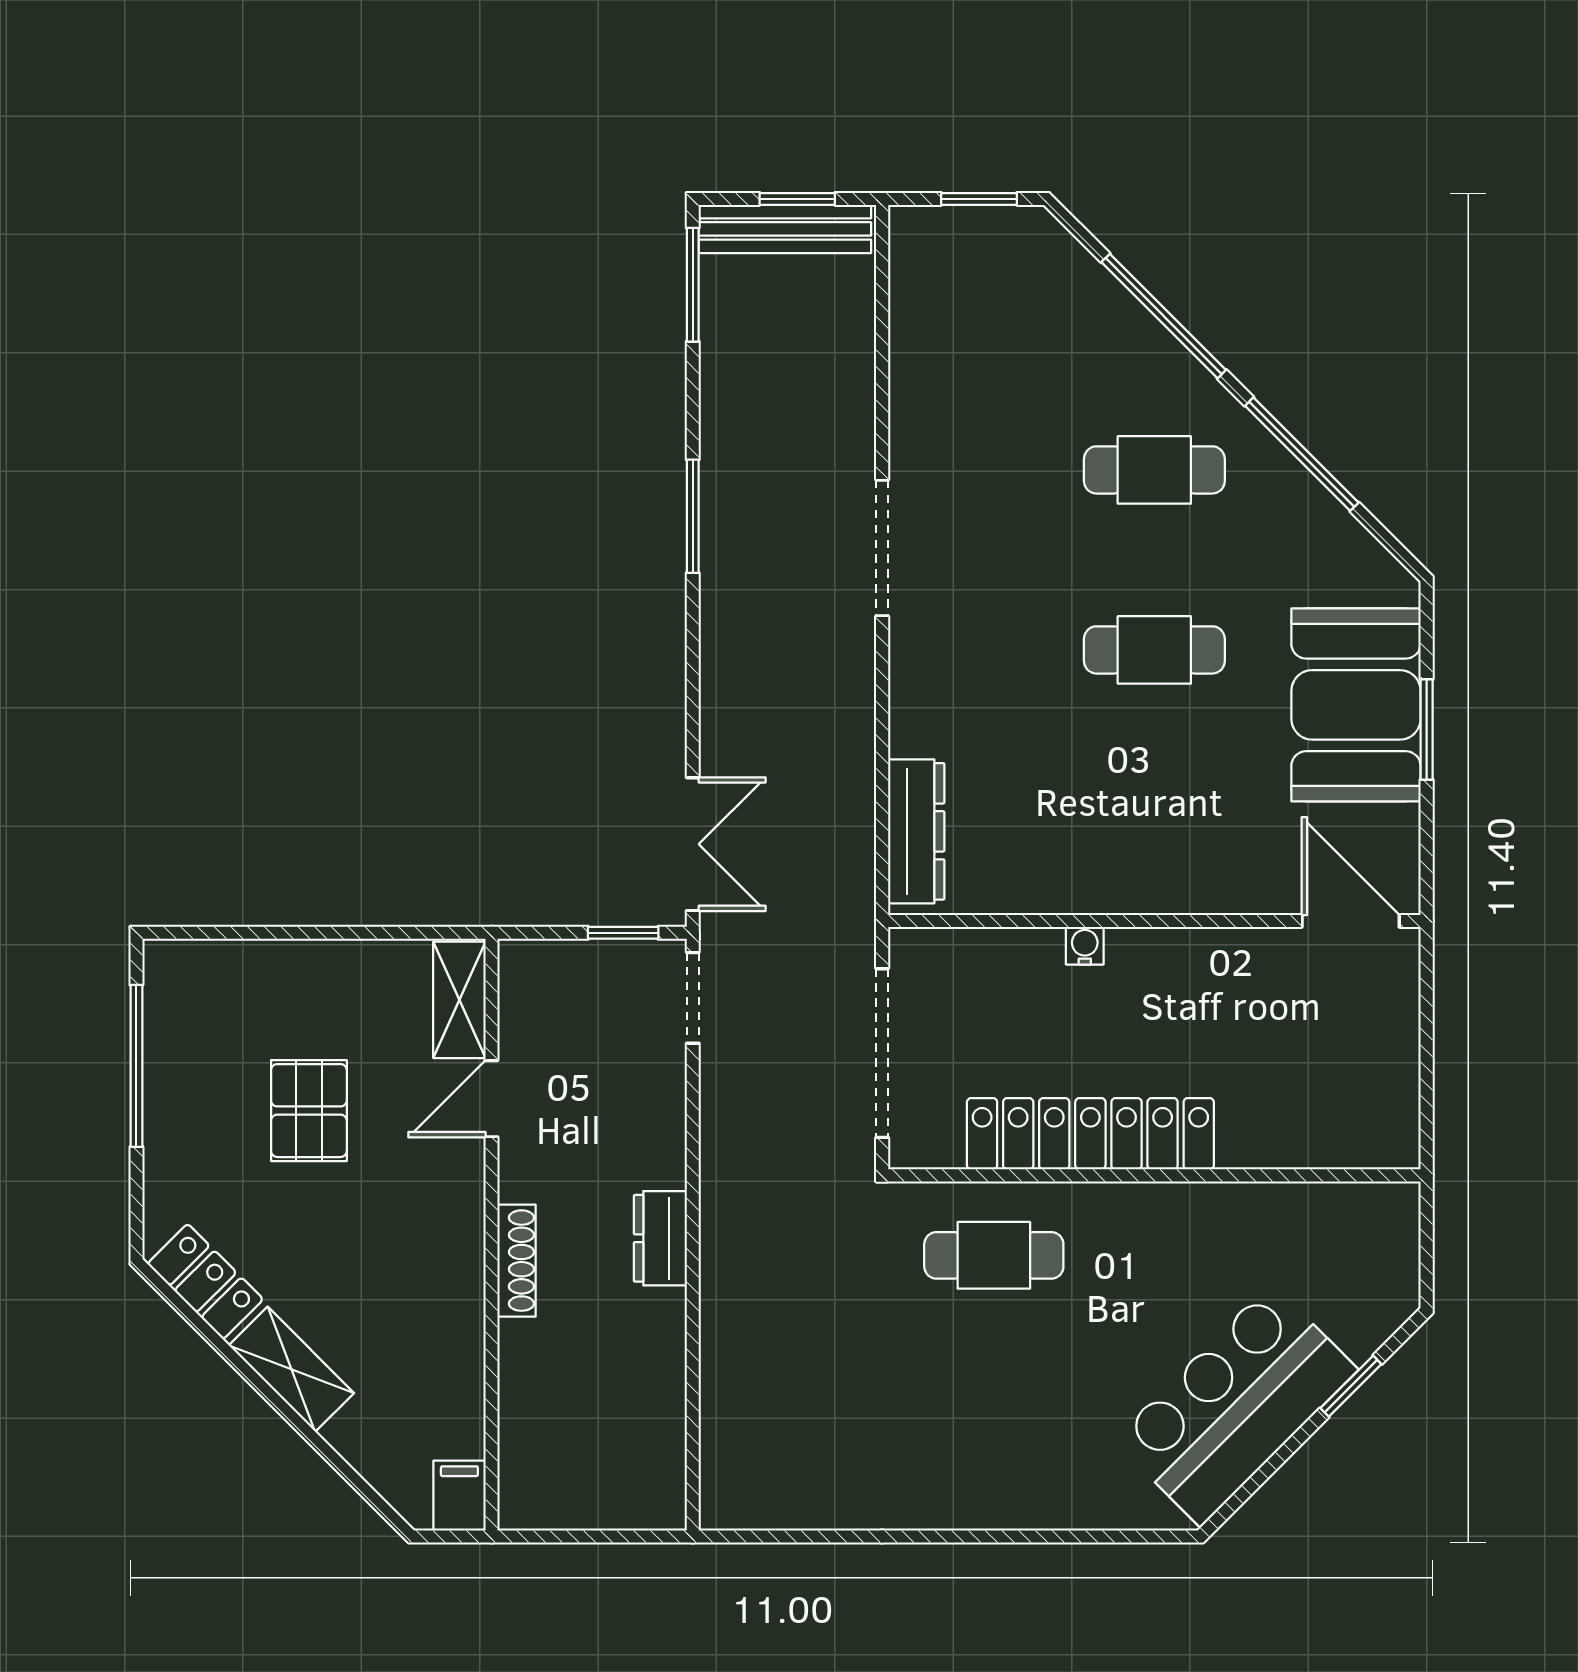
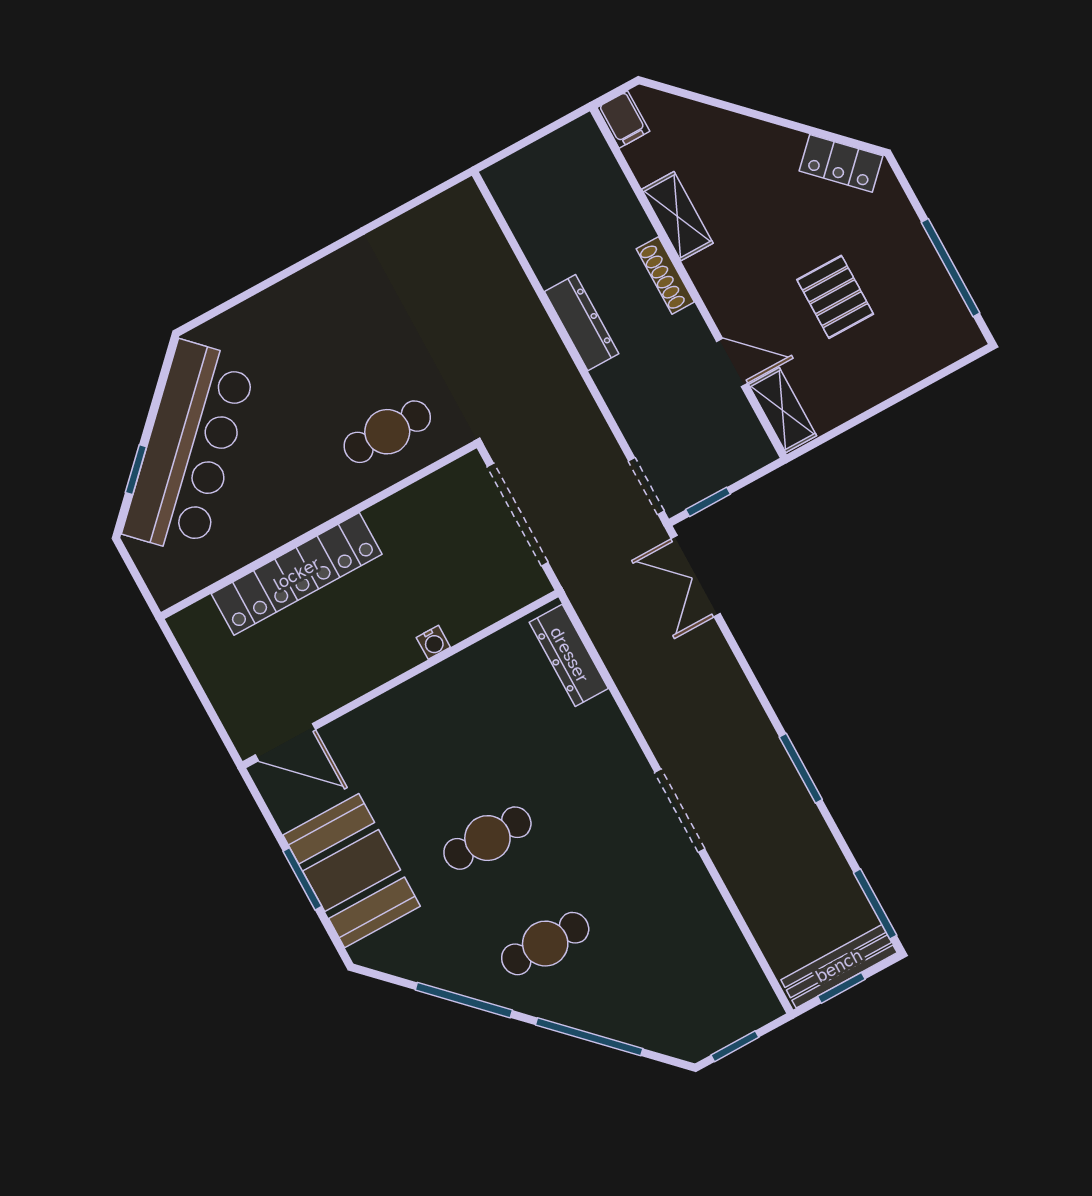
door: (492, 1099) -> (732, 362), hinge flipped
locker: (1090, 1134) -> (297, 574), moved
dresser: (660, 1238) -> (582, 323), width x1.44
shelving: (291, 1369) -> (677, 216), moved, turned 45
bar counter: (1236, 1405) -> (190, 448), width x1.36

